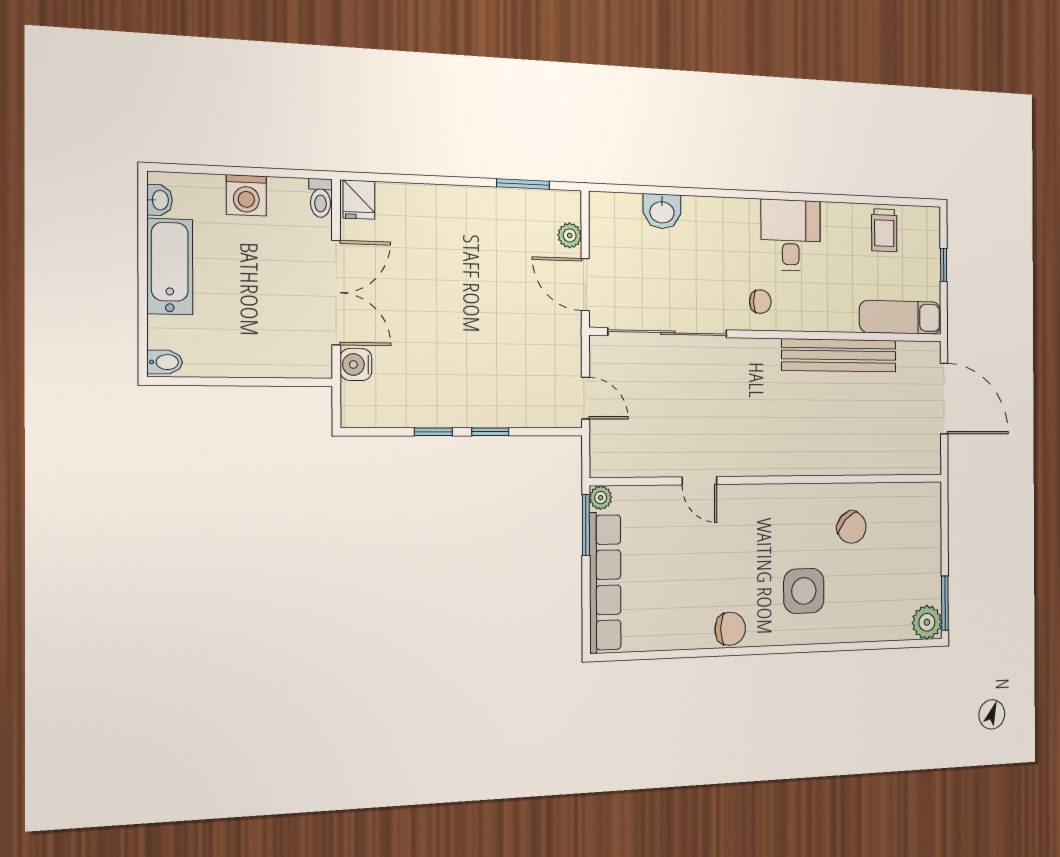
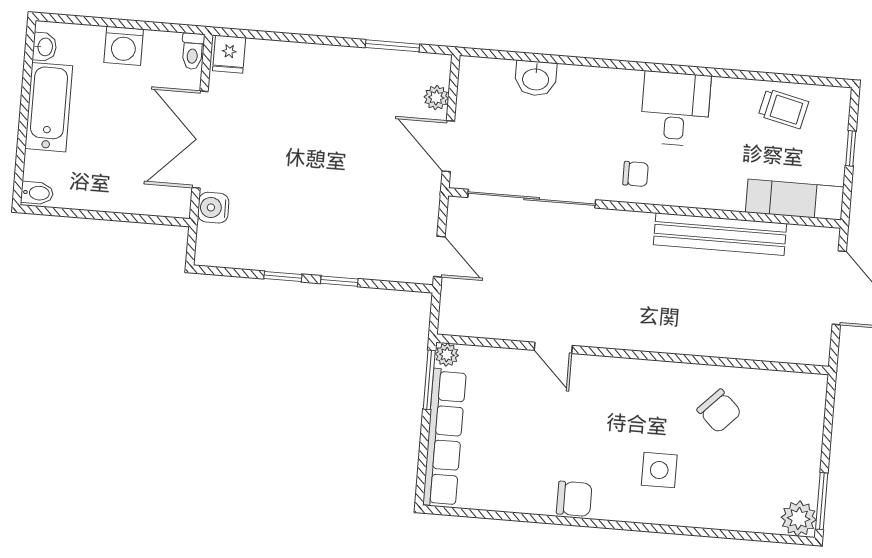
trolley: (884, 230) -> (783, 109), turned -77
double door: (336, 293) -> (200, 140), swing flipped
side table: (804, 591) -> (659, 470), width x0.73, depth x0.73

